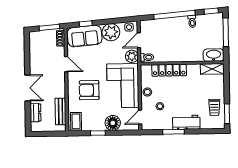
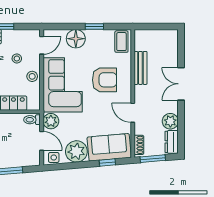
door: (139, 40) -> (42, 141), hinge flipped
plant: (36, 58) -> (170, 121), added
bench: (61, 111) -> (140, 68), moved
dresser: (35, 113) -> (172, 142), moved

